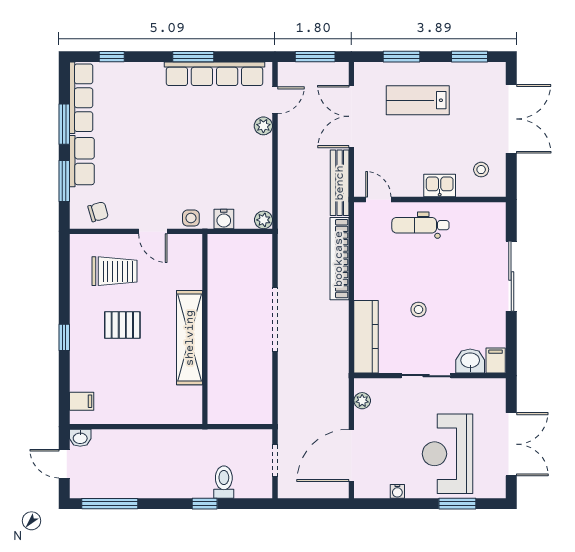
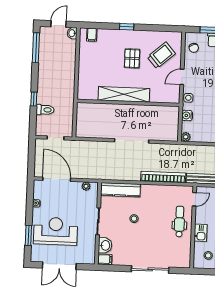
trolley: (114, 271) -> (161, 55), turned -131

